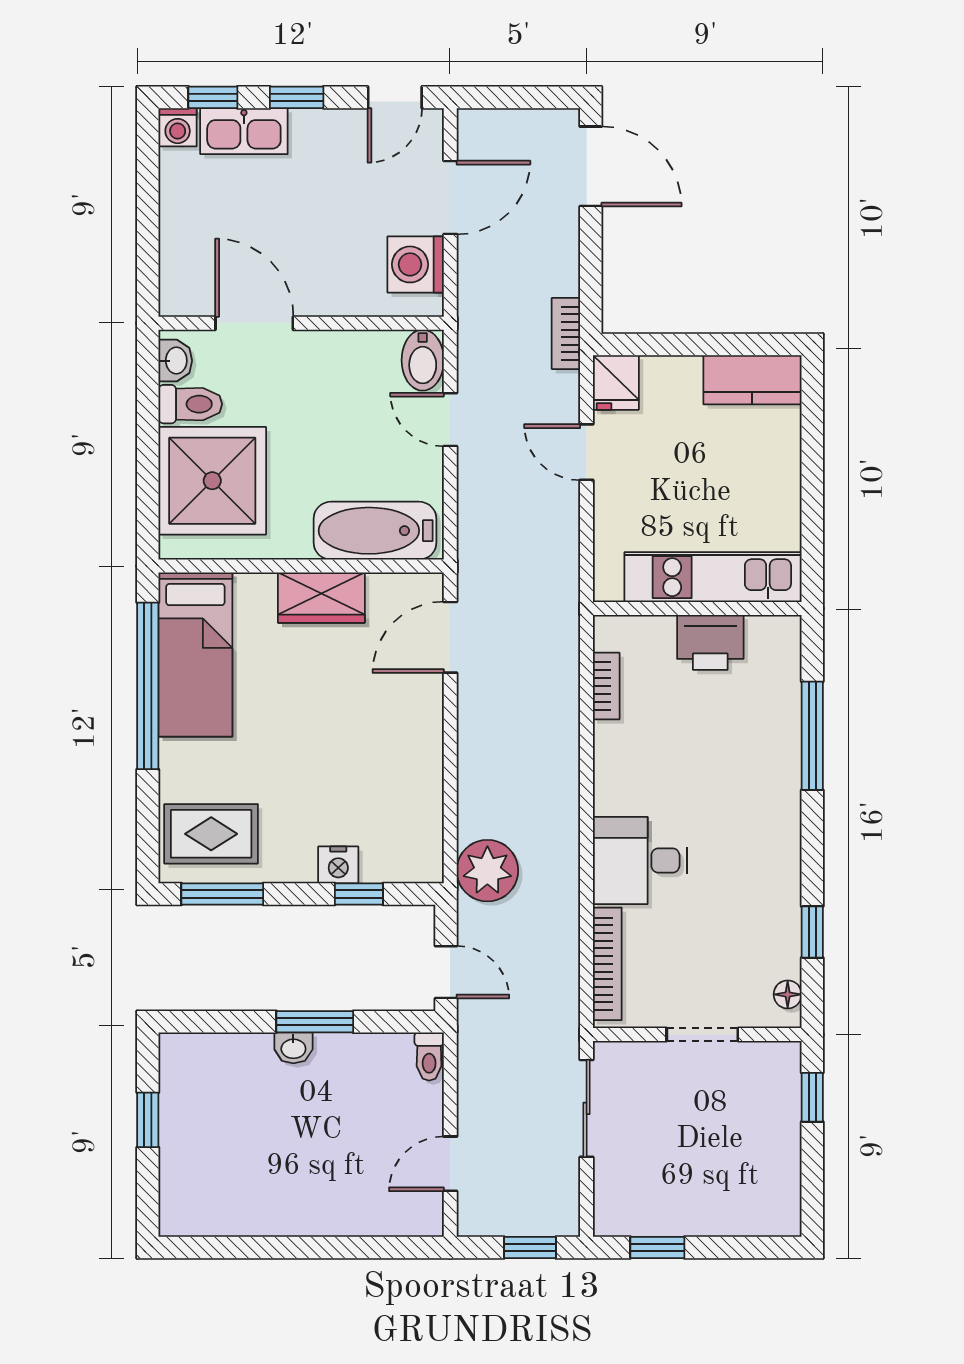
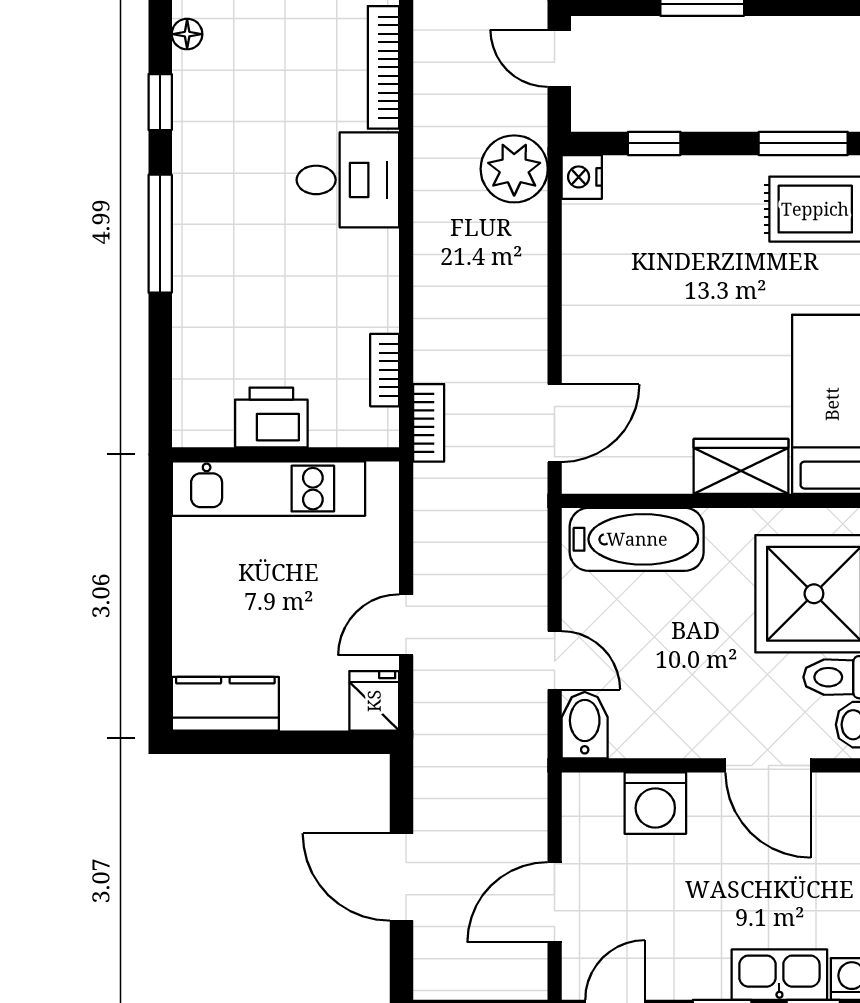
door: (591, 166) -> (402, 877), moved
washing machine: (416, 264) -> (655, 803), moved, turned 90
bookcase: (566, 333) -> (429, 423), moved
door: (587, 452) -> (406, 625), swing flipped
wardrobe: (321, 598) -> (741, 466), moved
window: (812, 736) -> (160, 234), moved
nightstand: (338, 865) -> (582, 177), moved, turned -90

